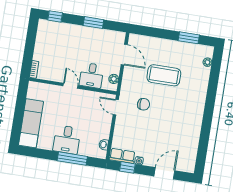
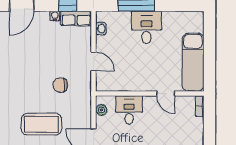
door: (71, 86) -> (166, 93), moved
door: (116, 107) -> (93, 61), moved
exam couch: (31, 123) -> (193, 62), moved

